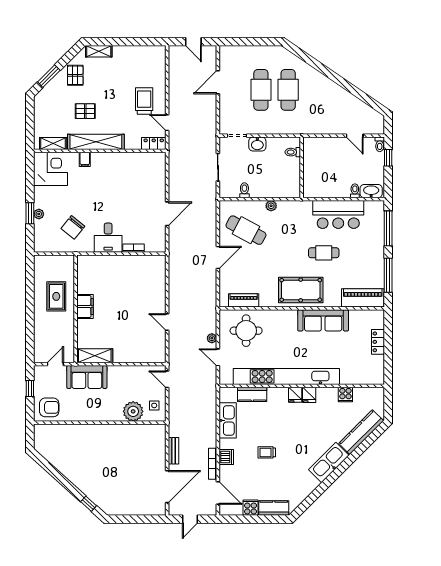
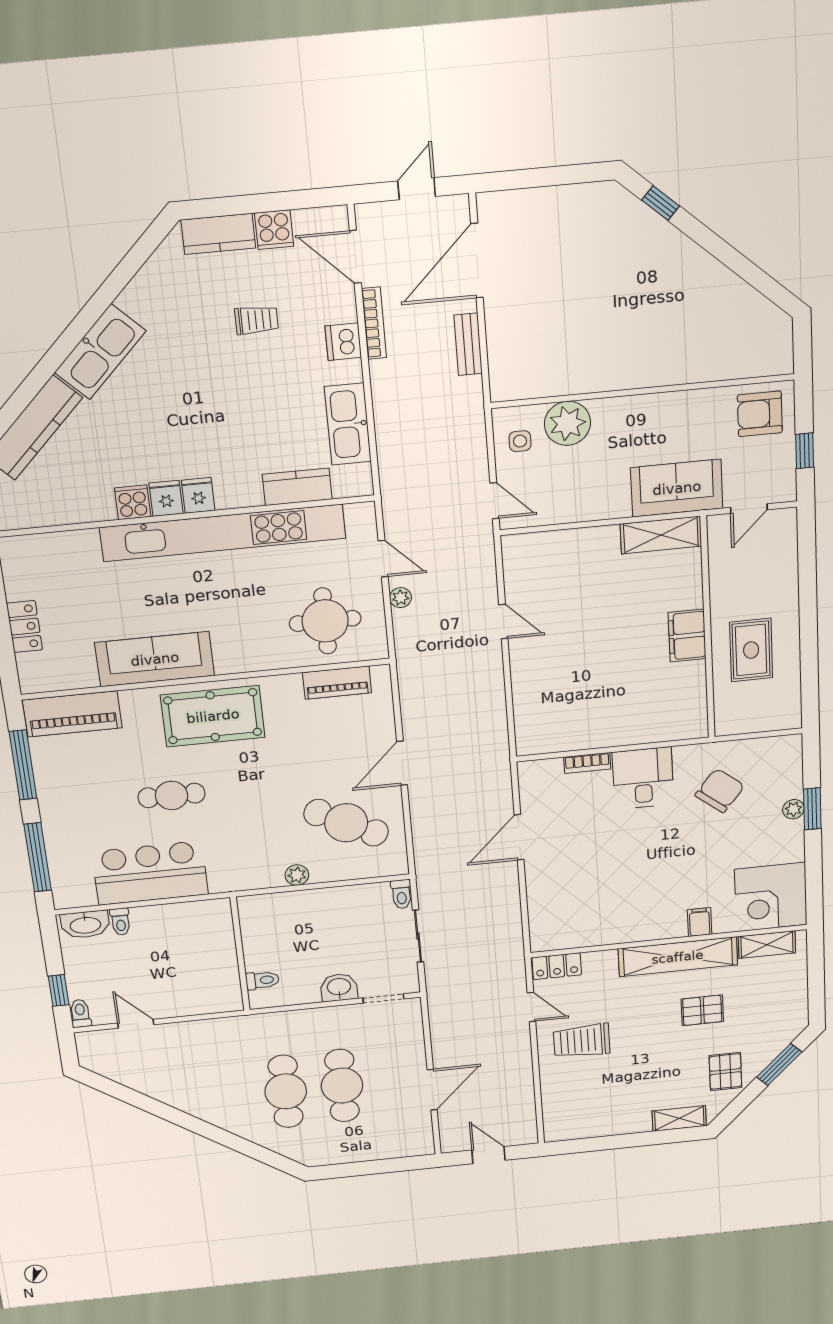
trolley: (144, 101) -> (582, 1041), turned 90
toilet: (244, 190) -> (401, 894), moved
cooker: (345, 394) -> (133, 502), moved
trolley: (267, 452) -> (257, 320), moved

